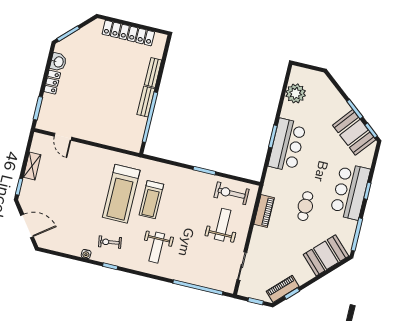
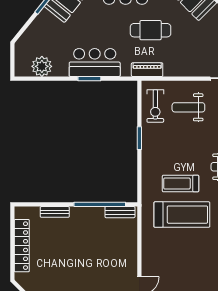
bench: (146, 102) -> (120, 212), moved
treadmill: (151, 200) -> (181, 184), turned 180
cafe table: (305, 206) -> (151, 30), width x1.37, depth x1.35
piano: (264, 211) -> (147, 70), moved

